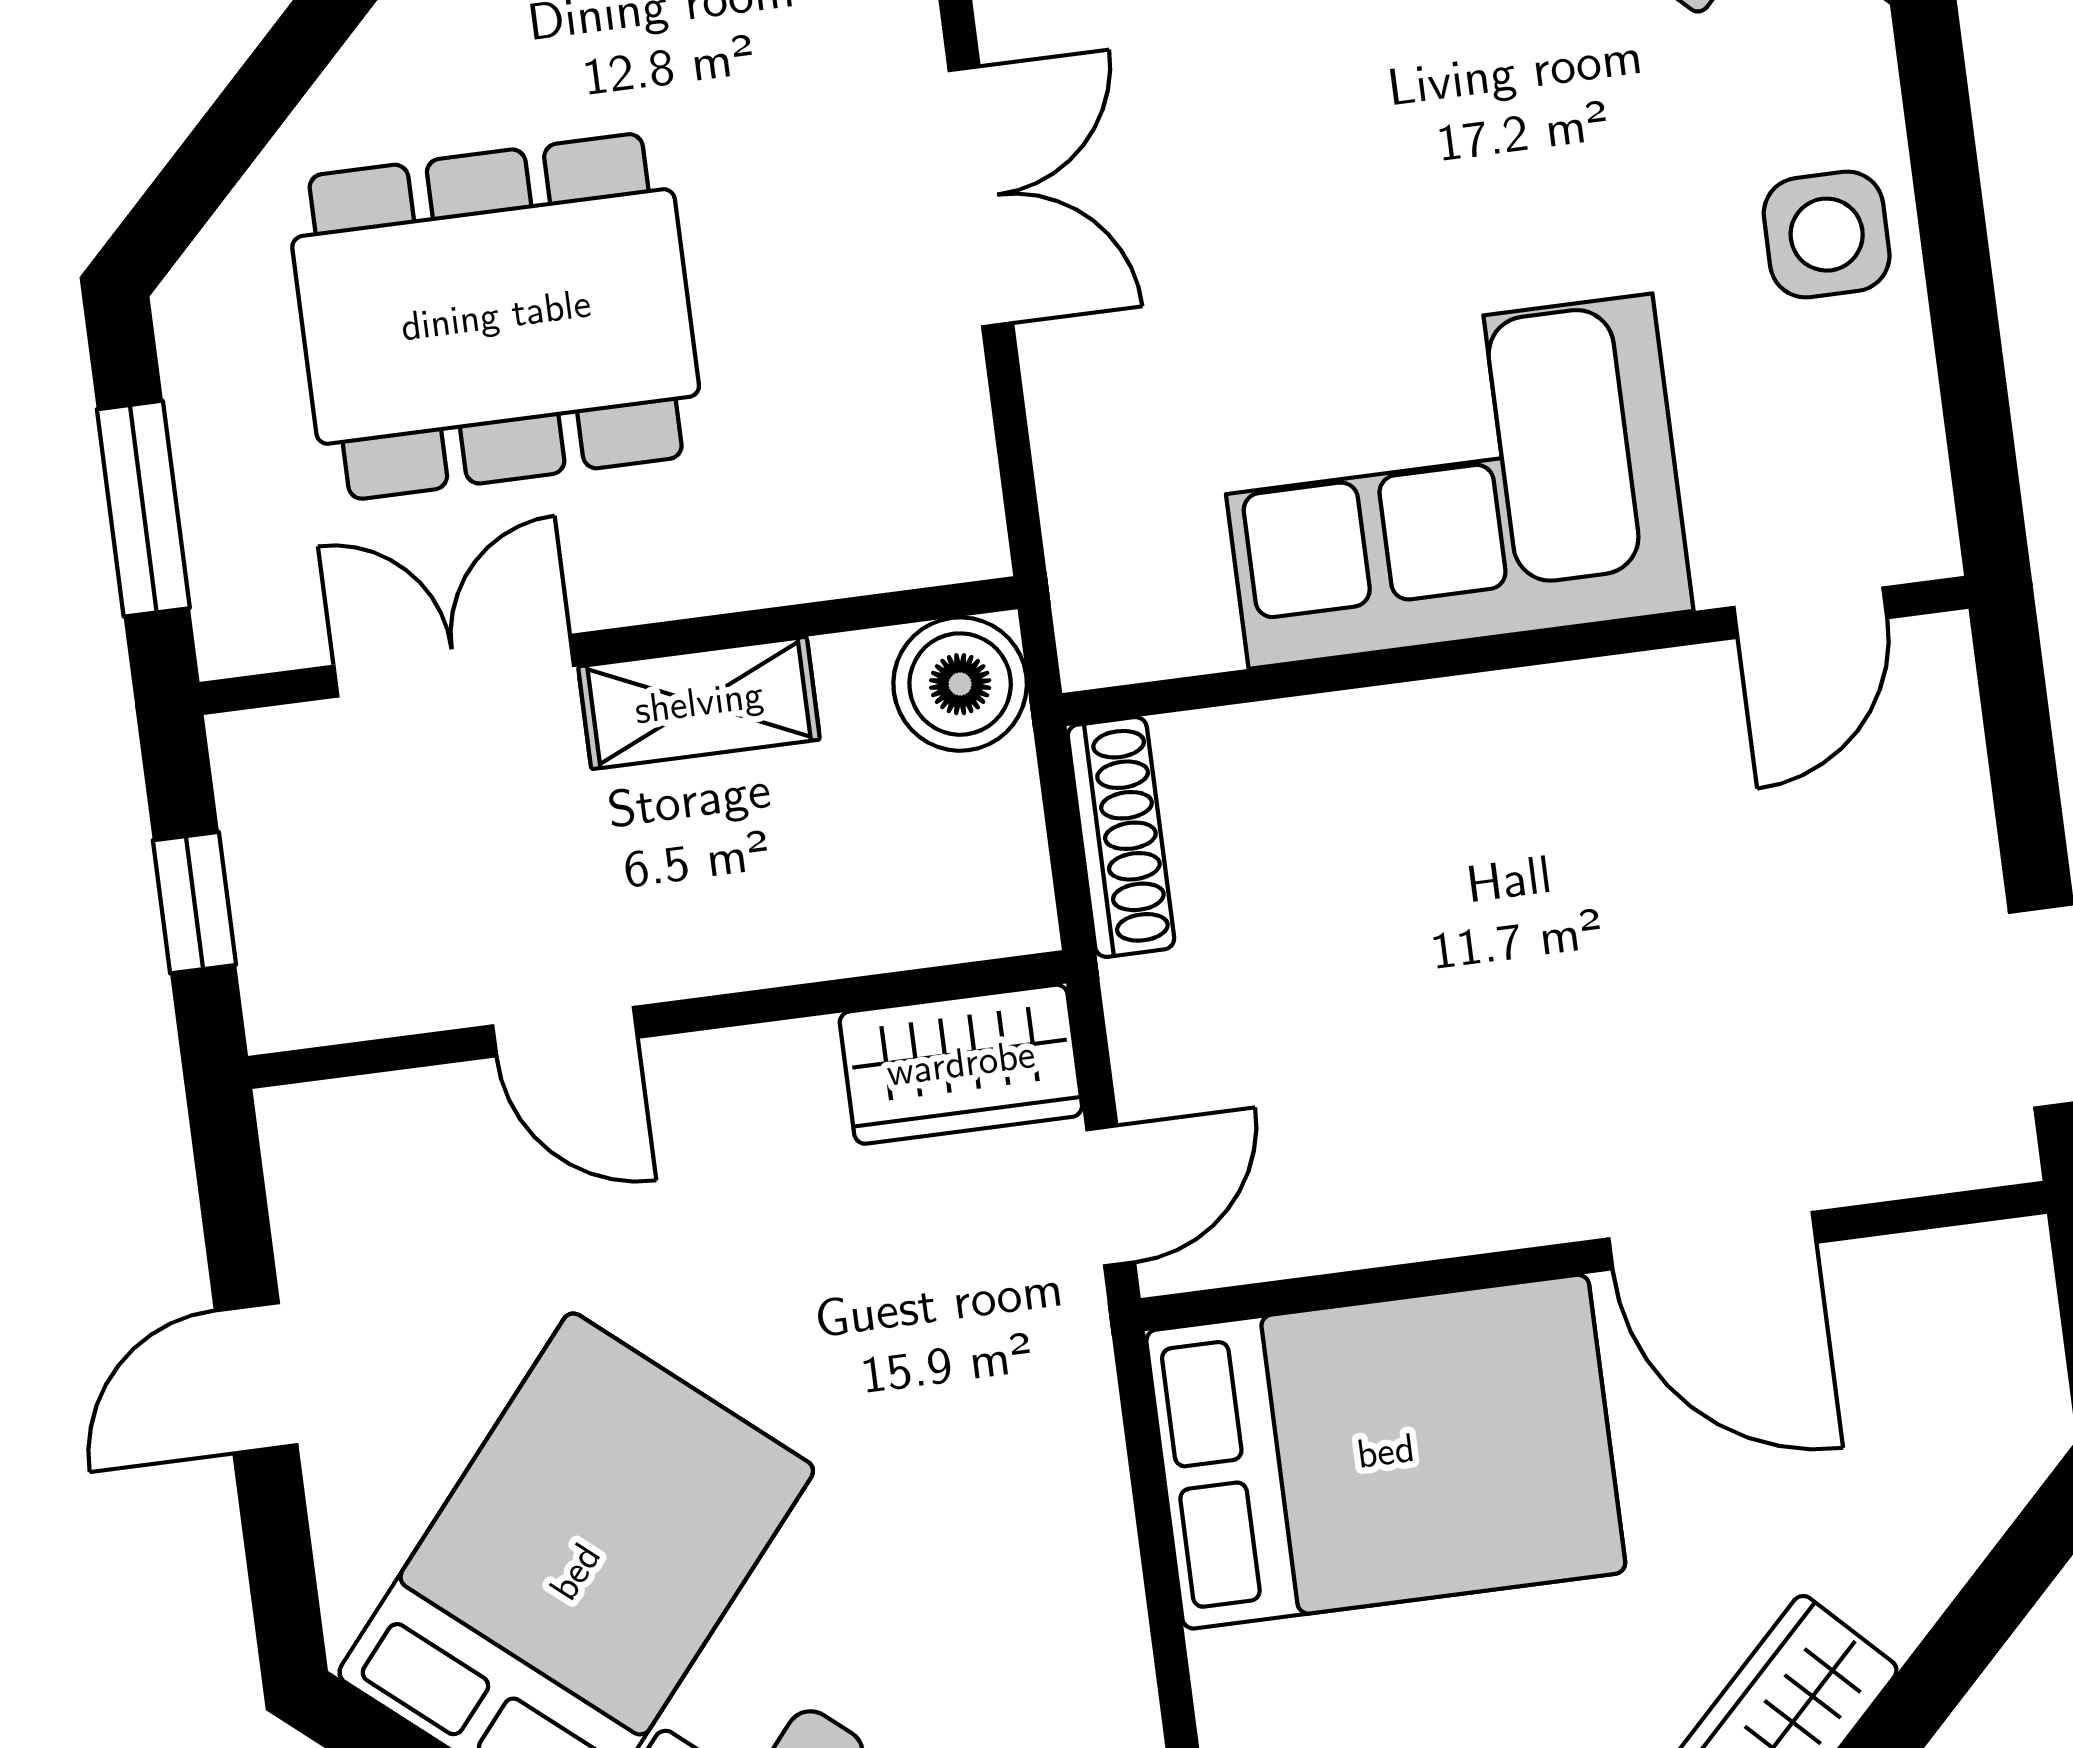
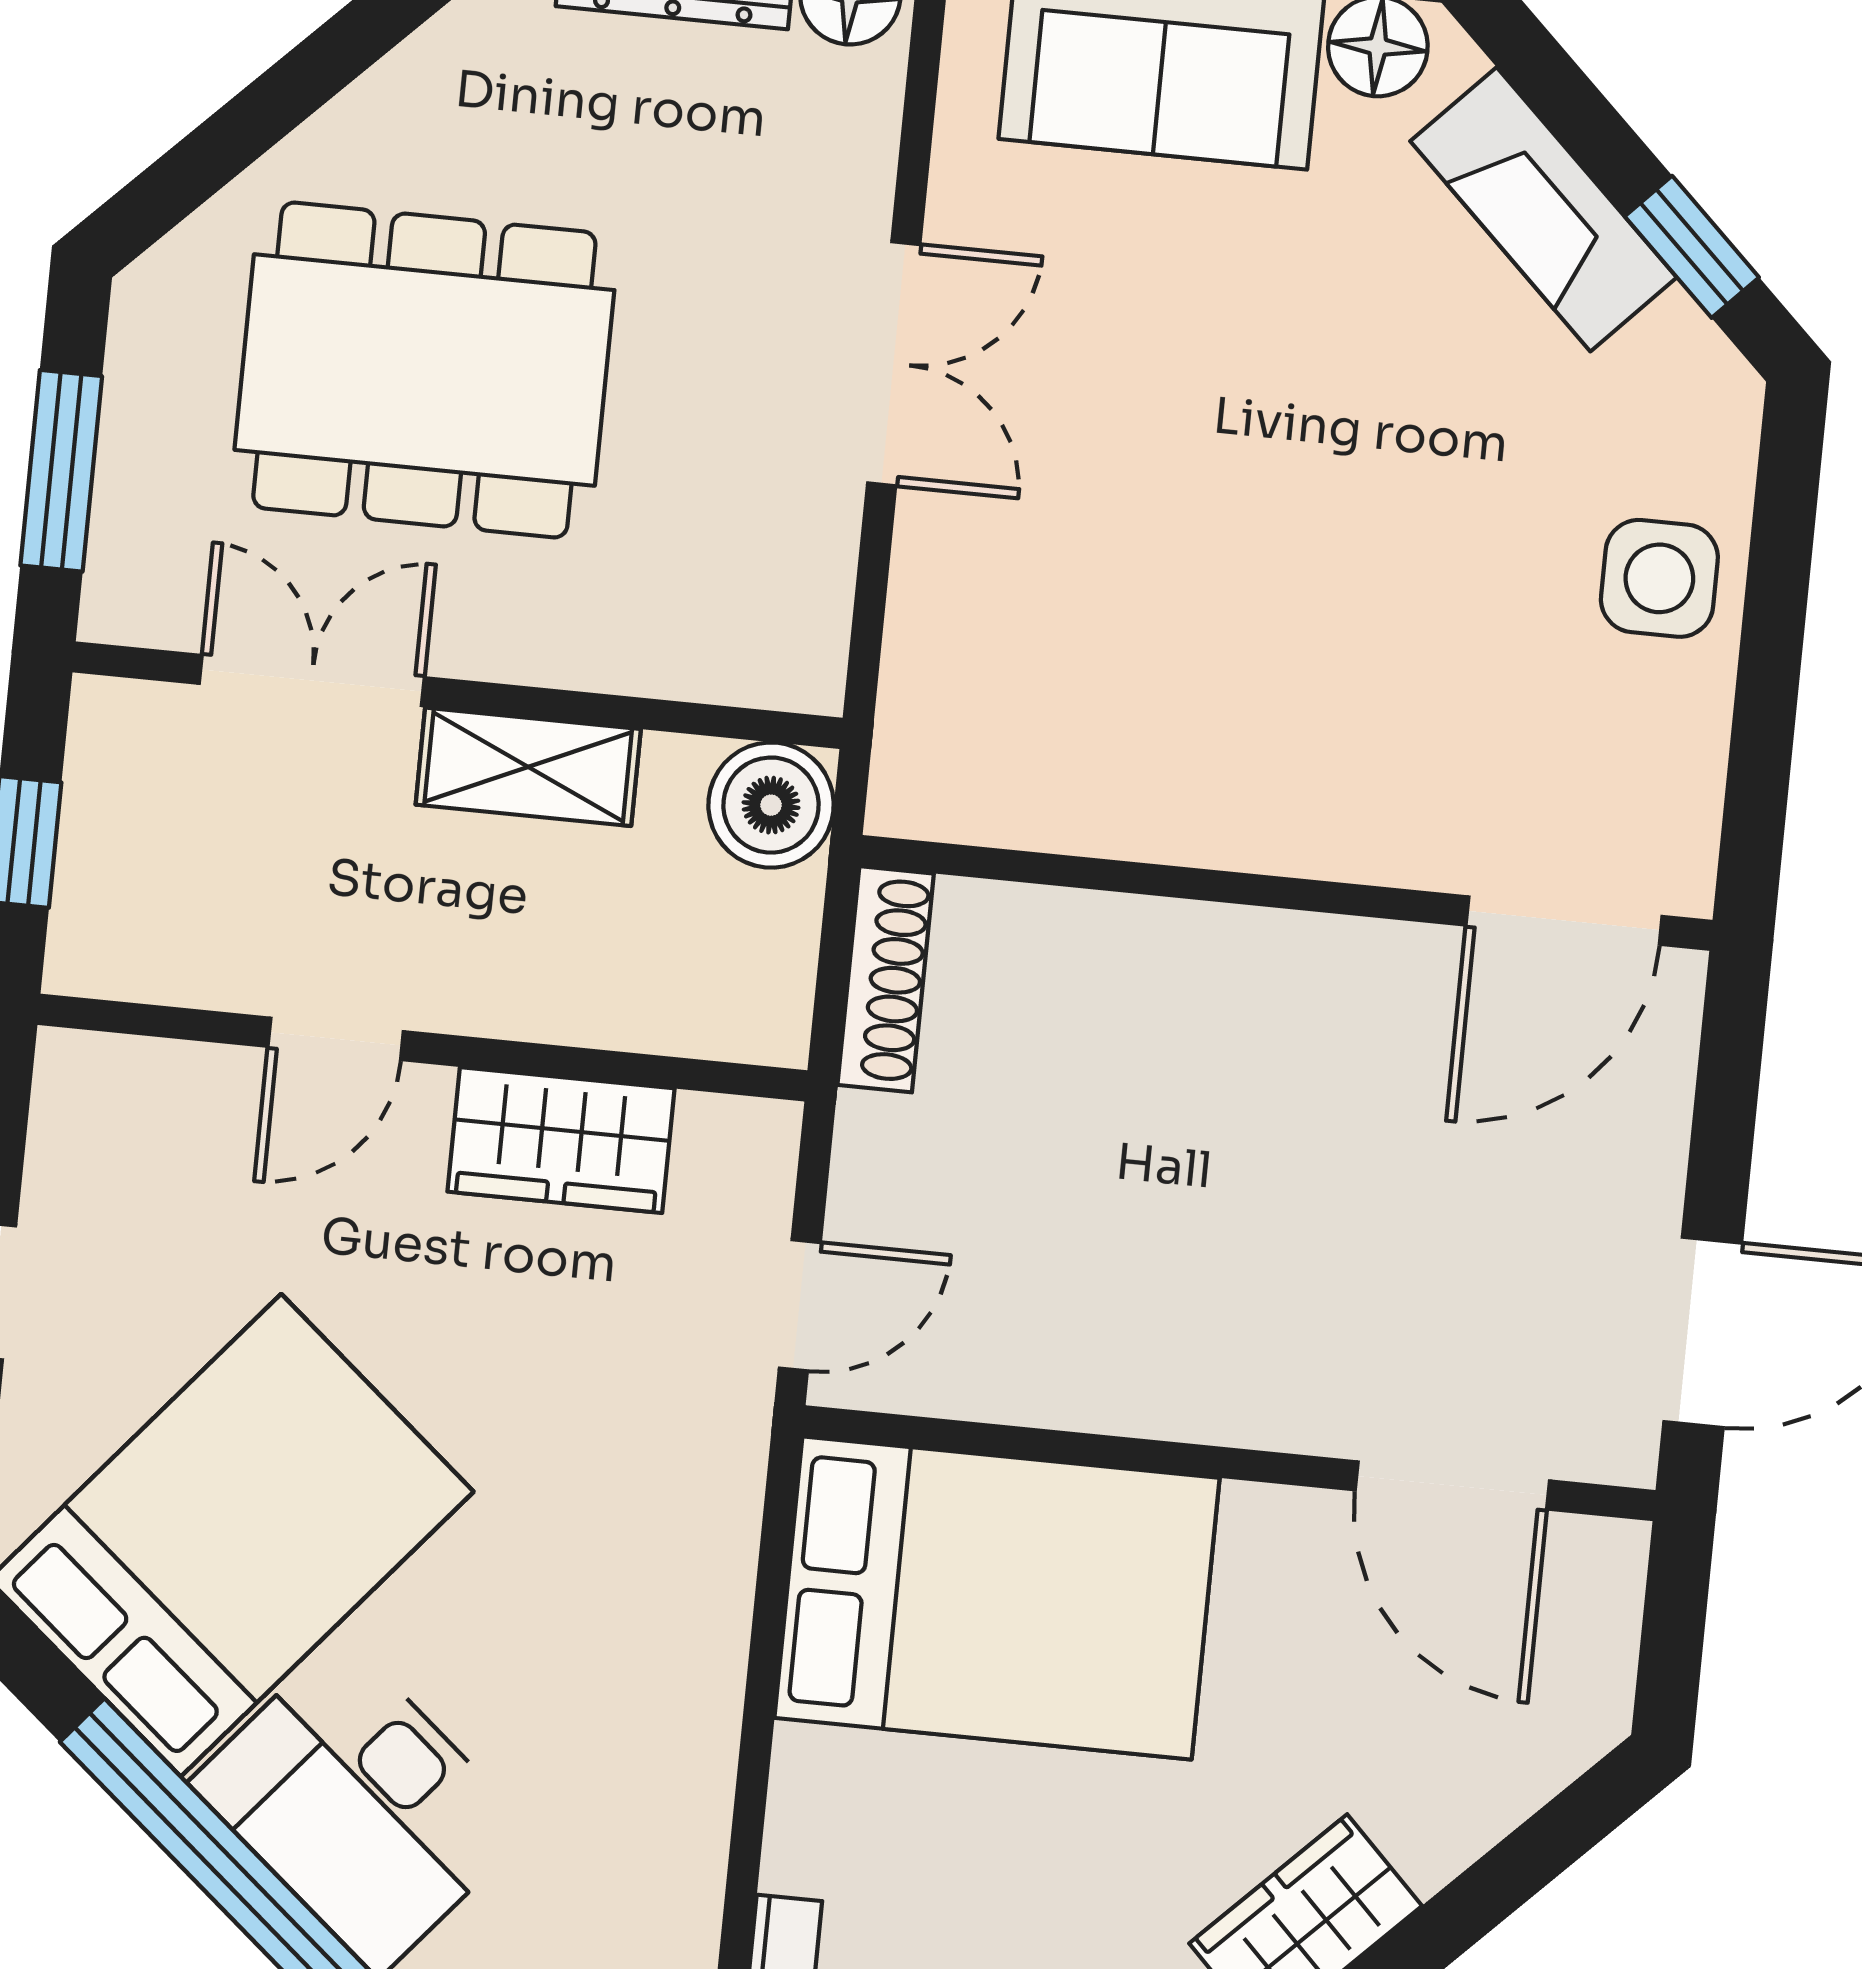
corner sofa: (1451, 481) -> (1263, 724), removed
door: (1810, 613) -> (1564, 921), width x1.38
door: (565, 1032) -> (336, 1039), hinge flipped
wardrobe: (961, 1064) -> (561, 1140), moved
door: (1713, 1241) -> (1452, 1485), moved

